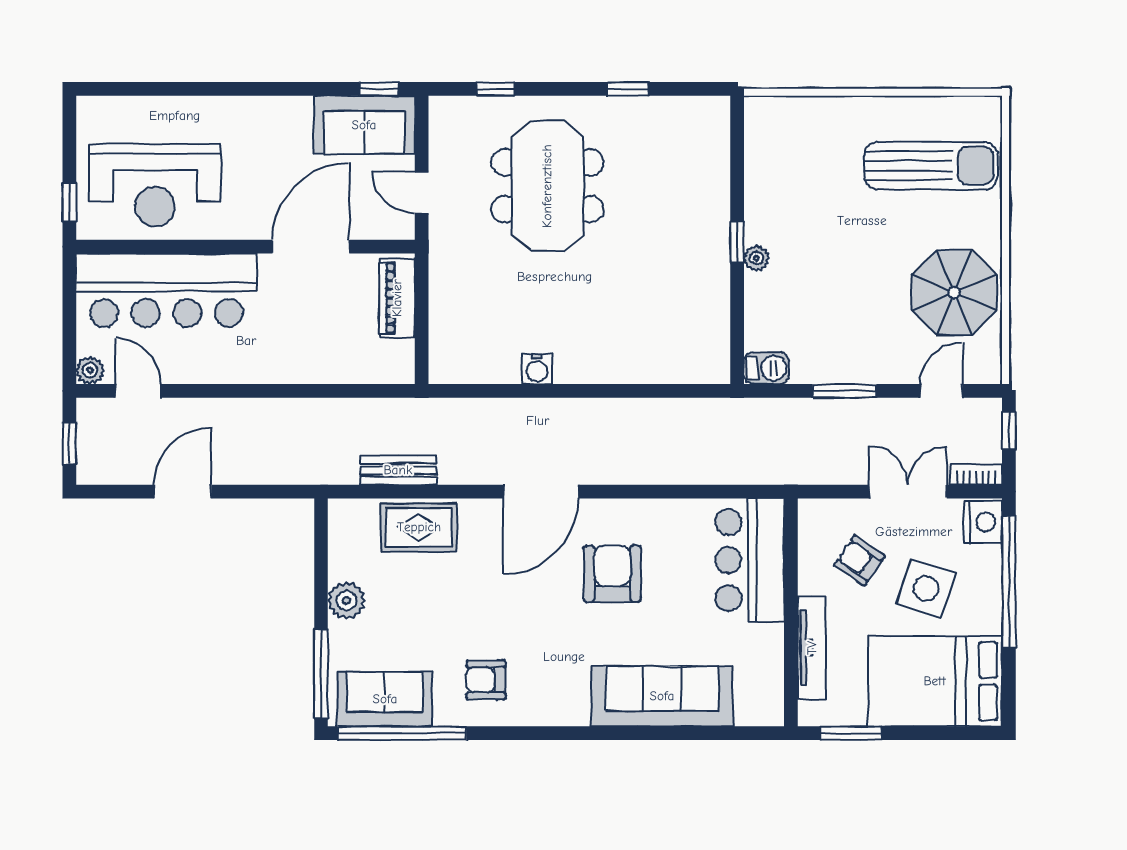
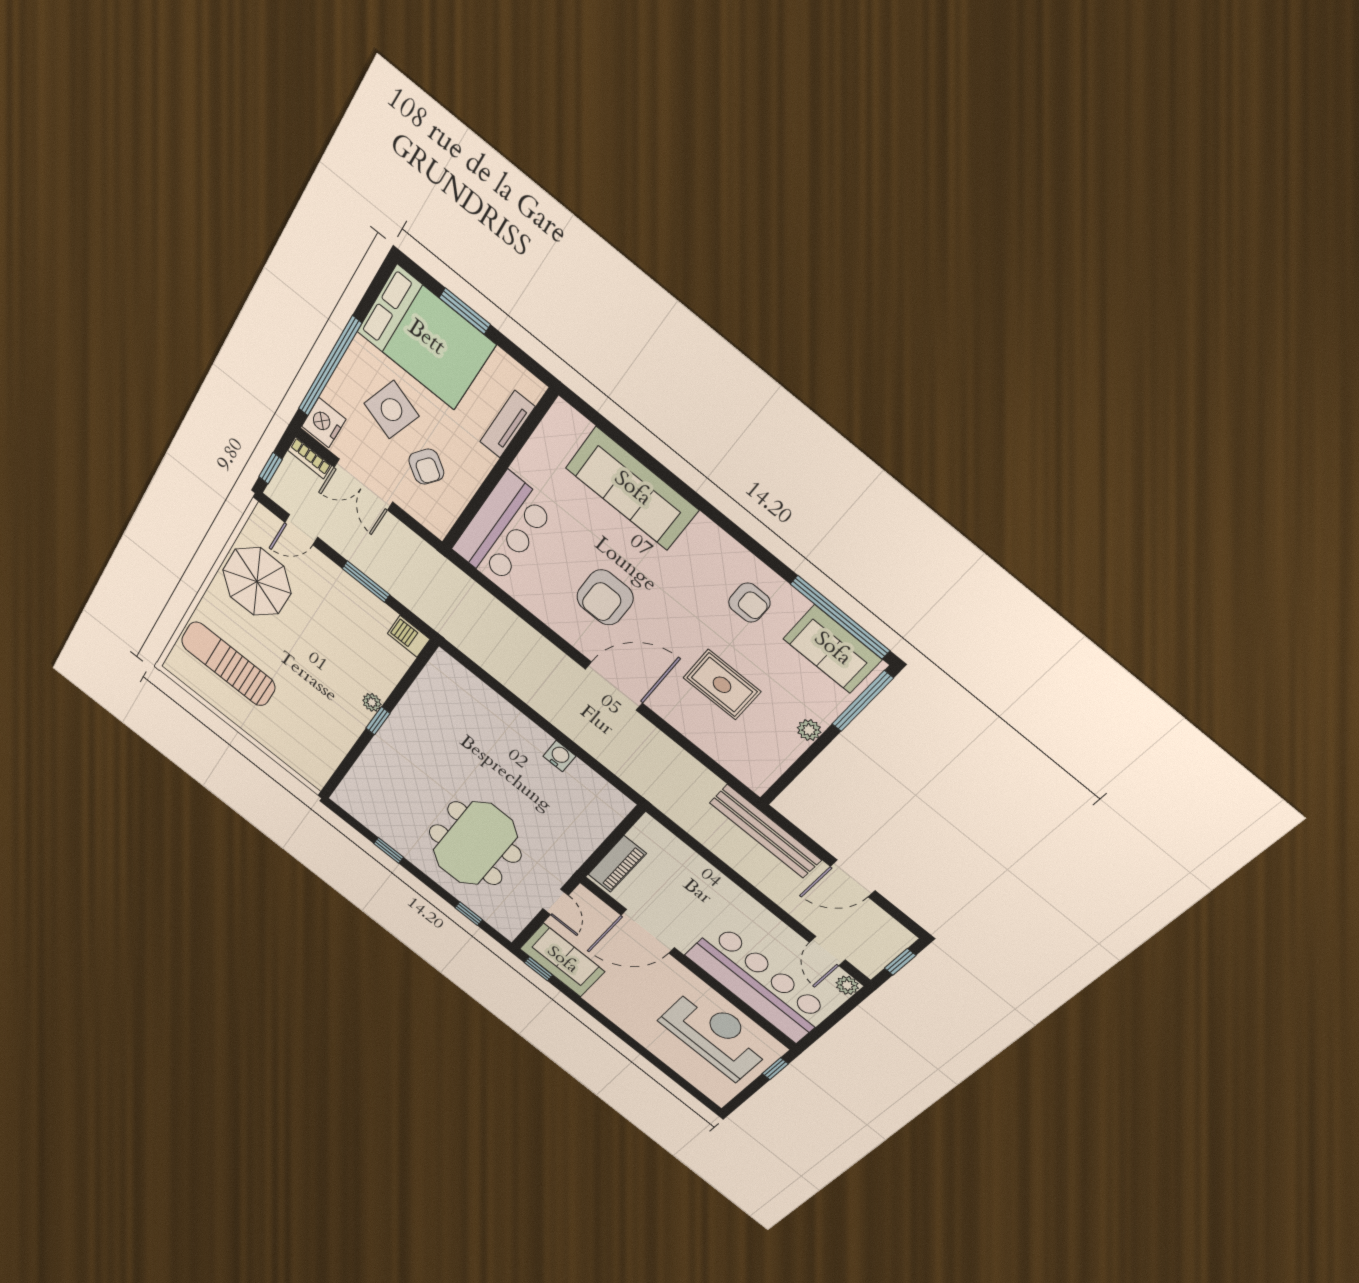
bench: (398, 470) -> (765, 831), moved, width x1.86, depth x1.21
rug: (419, 527) -> (722, 685), moved
plant: (346, 600) -> (809, 730), width x0.73, depth x0.73
tv unit: (812, 648) -> (507, 424), width x0.71
window: (851, 733) -> (465, 311), moved

